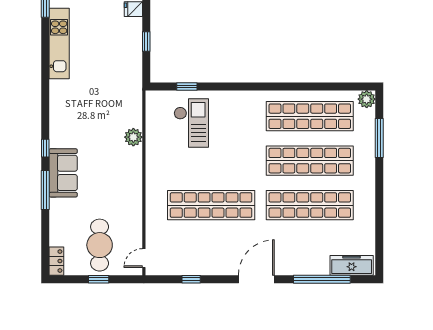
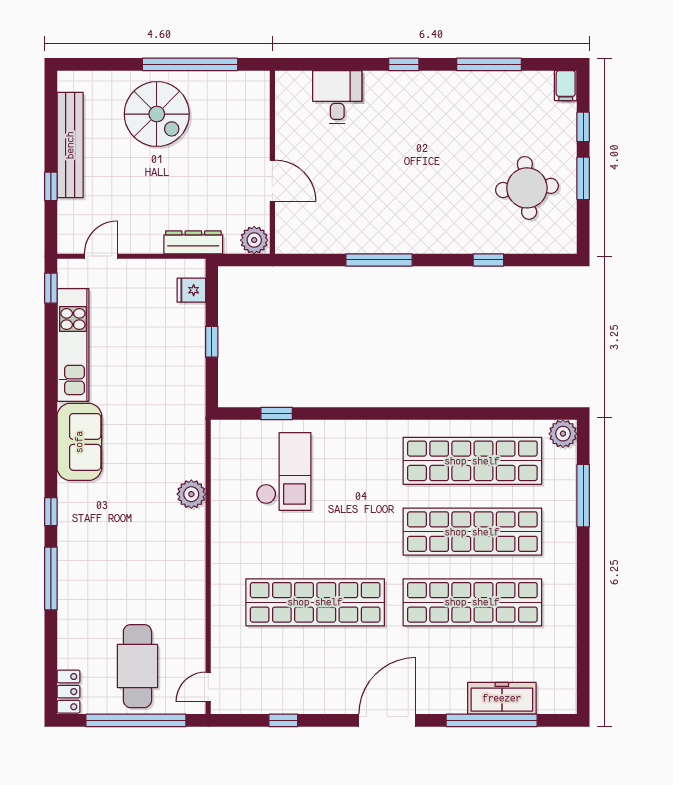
sofa: (63, 173) -> (79, 442), moved
freezer: (352, 265) -> (502, 698), moved
window: (99, 279) -> (136, 720), width x3.17

